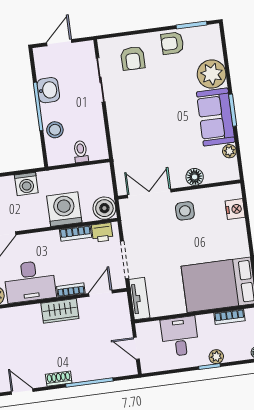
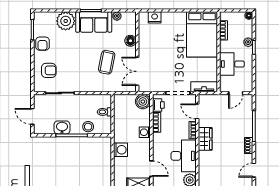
coffee table: (157, 145) -> (107, 62), added
washing machine: (64, 209) -> (145, 132), width x0.53, depth x0.53
side table: (185, 211) -> (152, 50), removed

